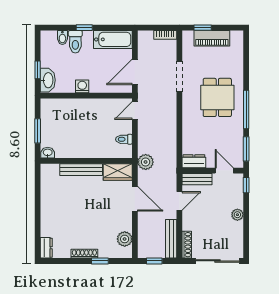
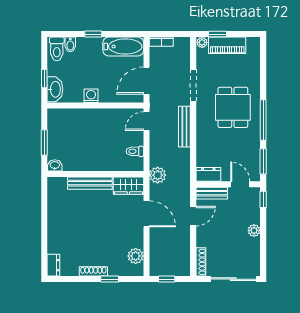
bookcase: (165, 35) -> (161, 42), moved
plant: (188, 36) -> (202, 42), added
toilet: (75, 42) -> (57, 49), moved
bench: (171, 239) -> (184, 127), moved

